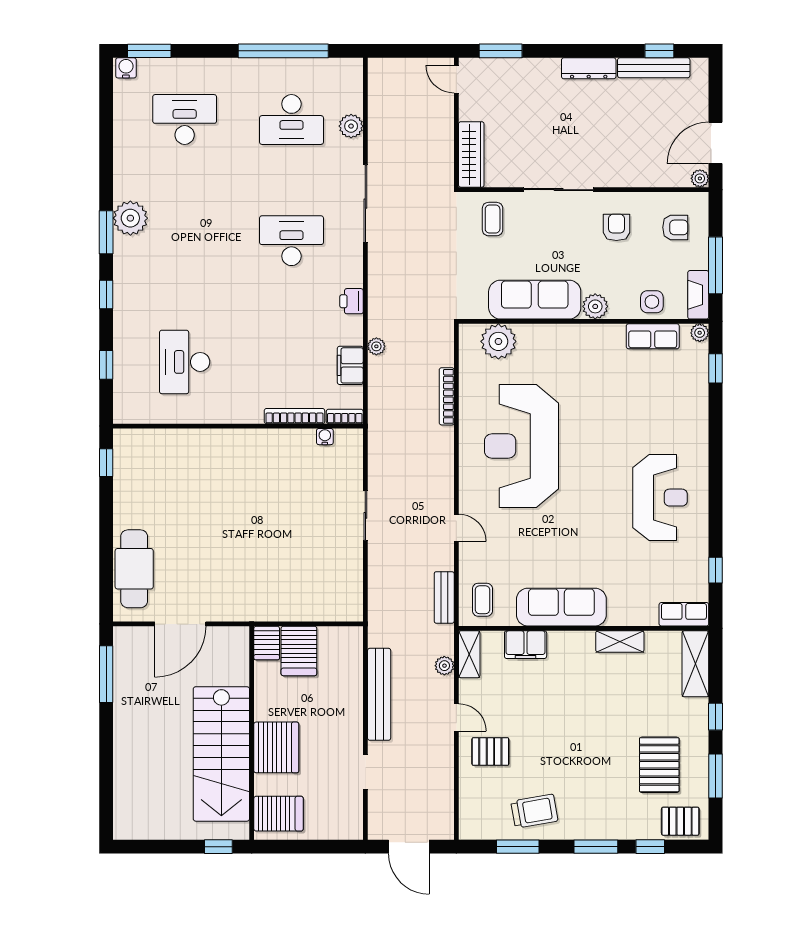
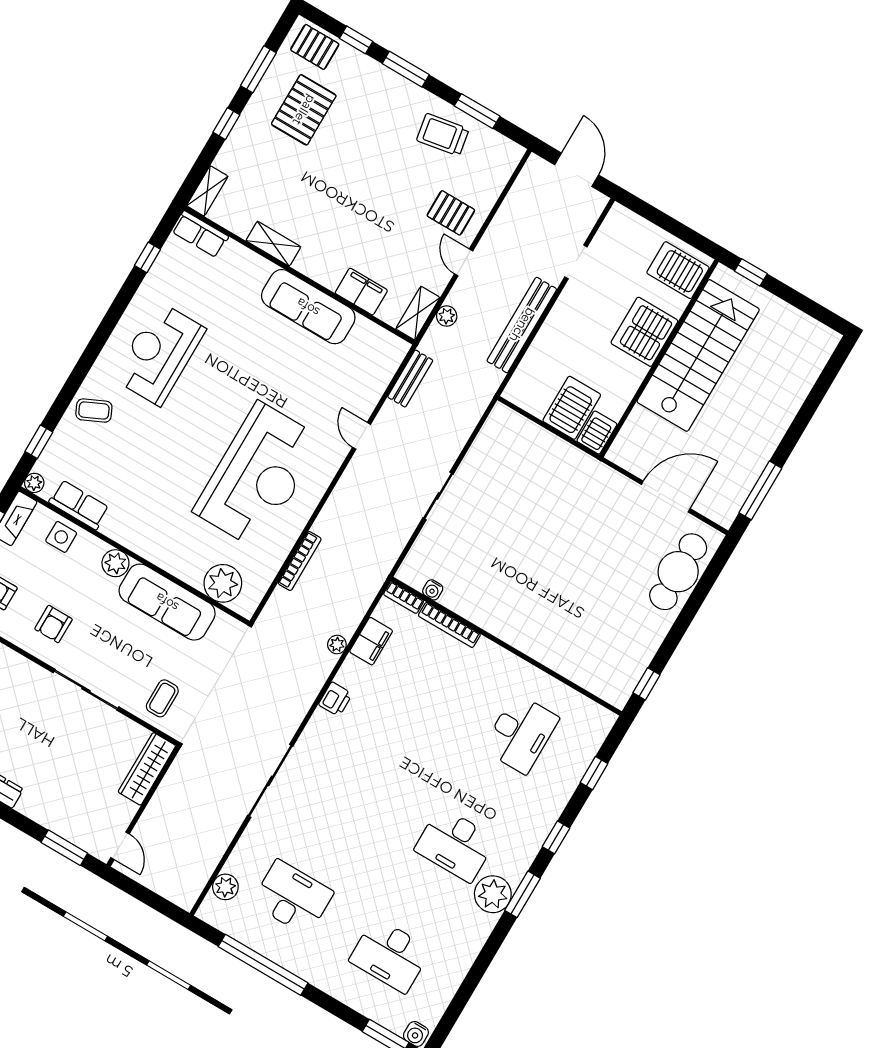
plant: (351, 126) -> (225, 887), moved
desk: (291, 241) -> (455, 844), moved
coffee table: (482, 600) -> (94, 411), moved, turned 65
shelving: (695, 664) -> (207, 191), width x0.67, depth x0.75

